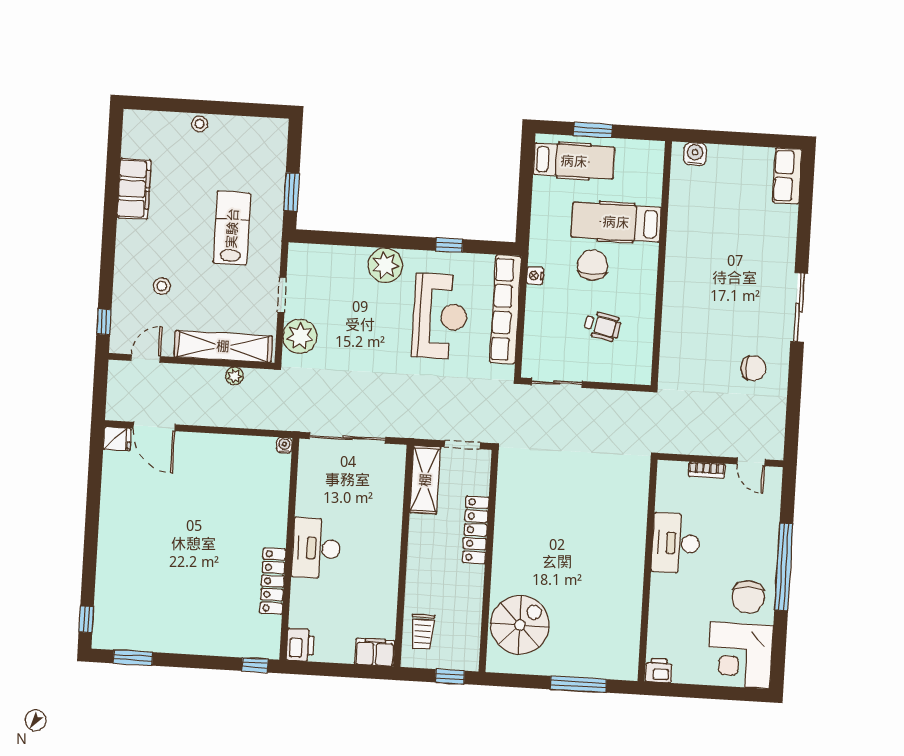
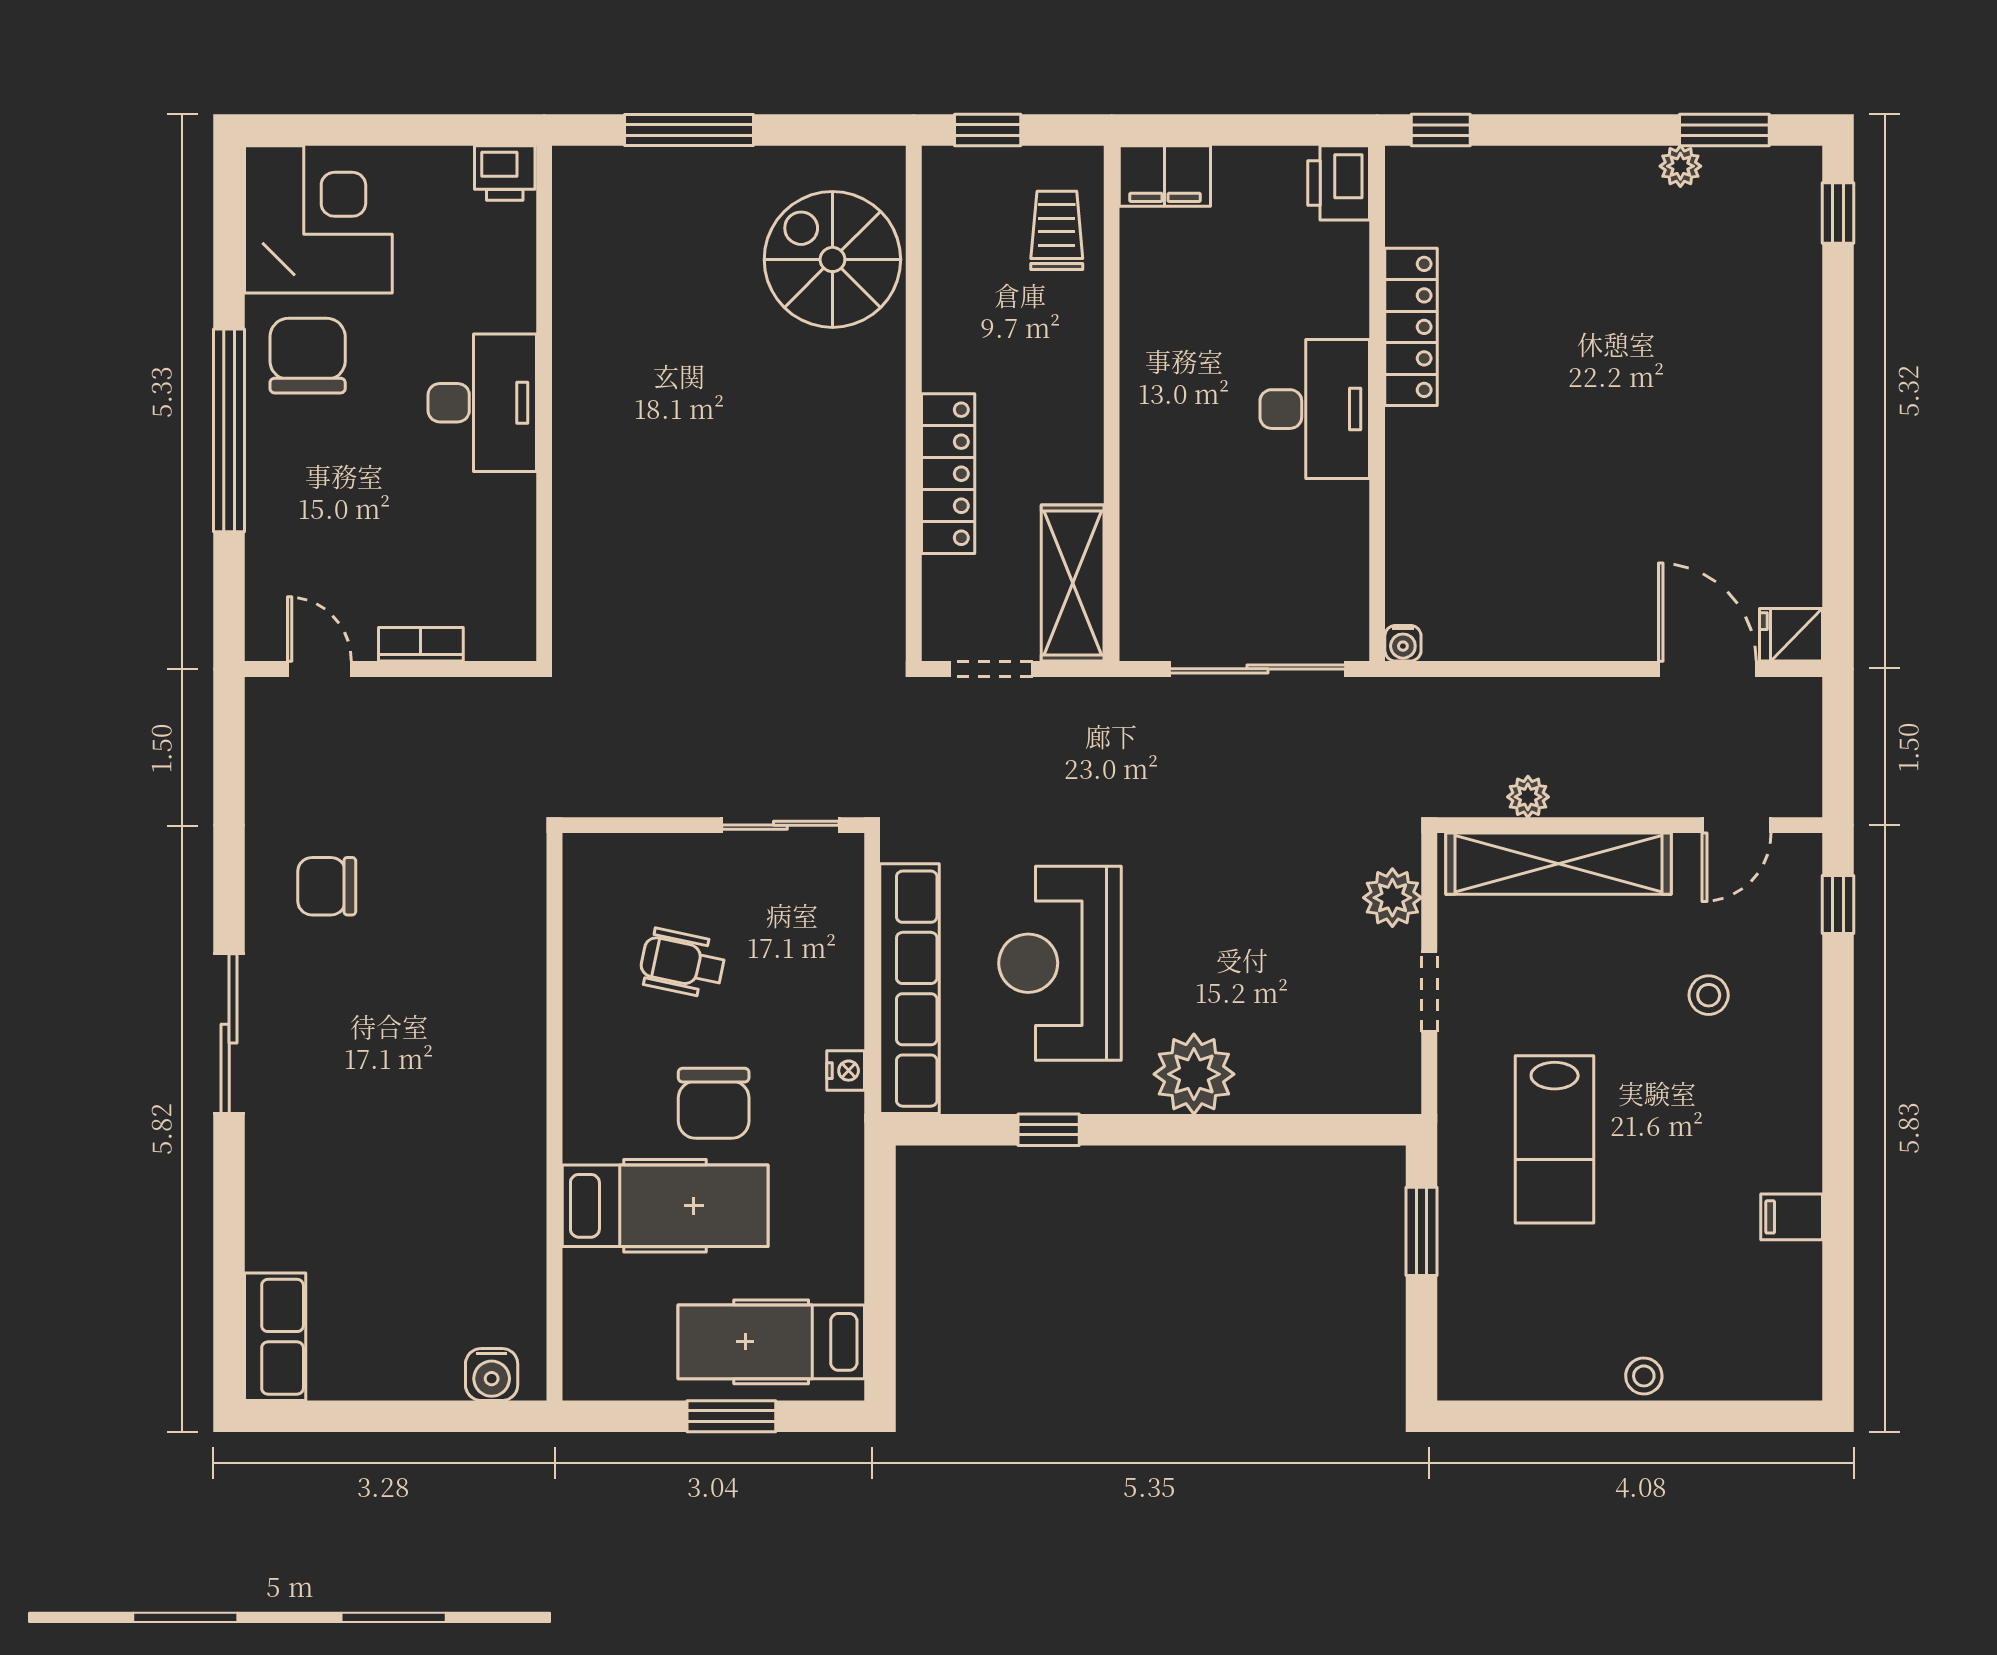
filing cabinet: (134, 189) -> (1792, 1217), width x0.33, depth x0.86
plant: (300, 336) -> (1392, 898), width x0.73, depth x0.73
desk: (676, 543) -> (482, 403), moved
spiral stairs: (520, 625) -> (832, 259), turned 90
plant: (153, 643) -> (1680, 166), added

